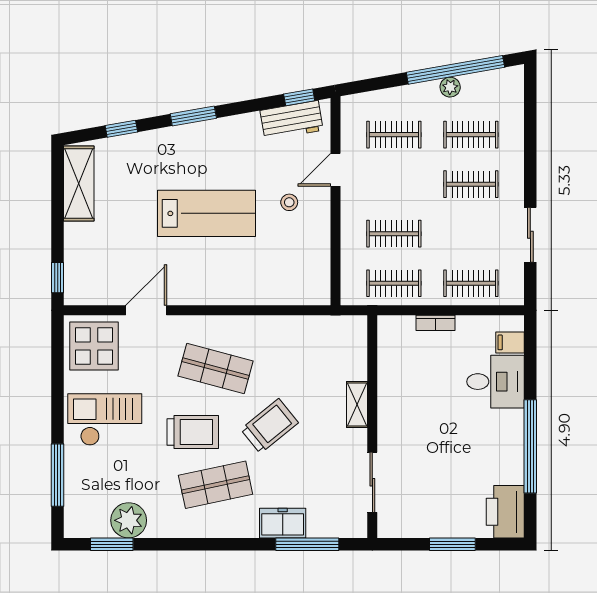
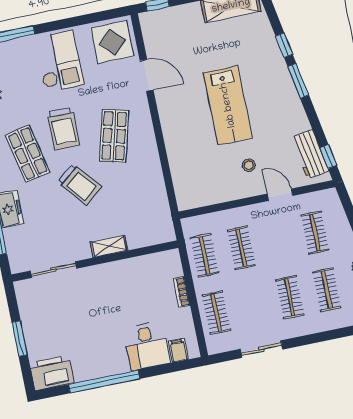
window: (121, 129) -> (284, 45), moved

